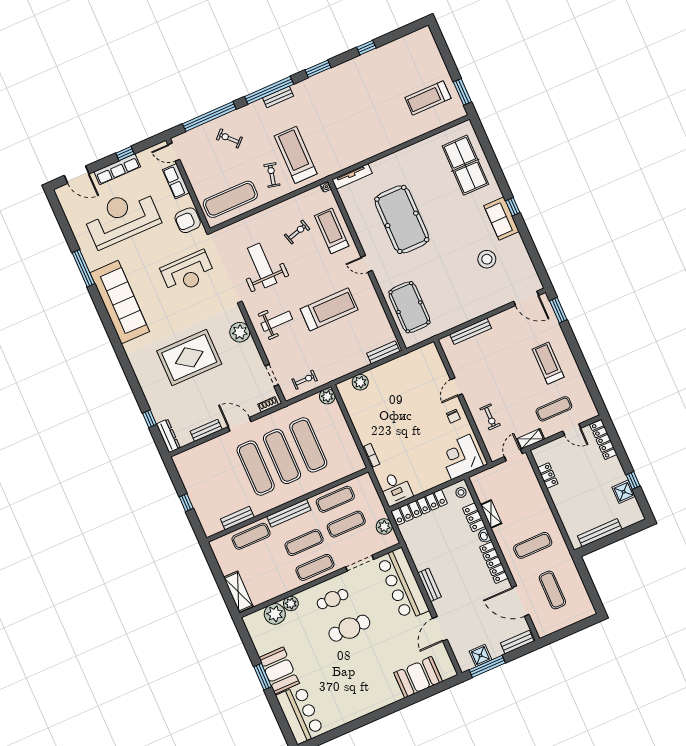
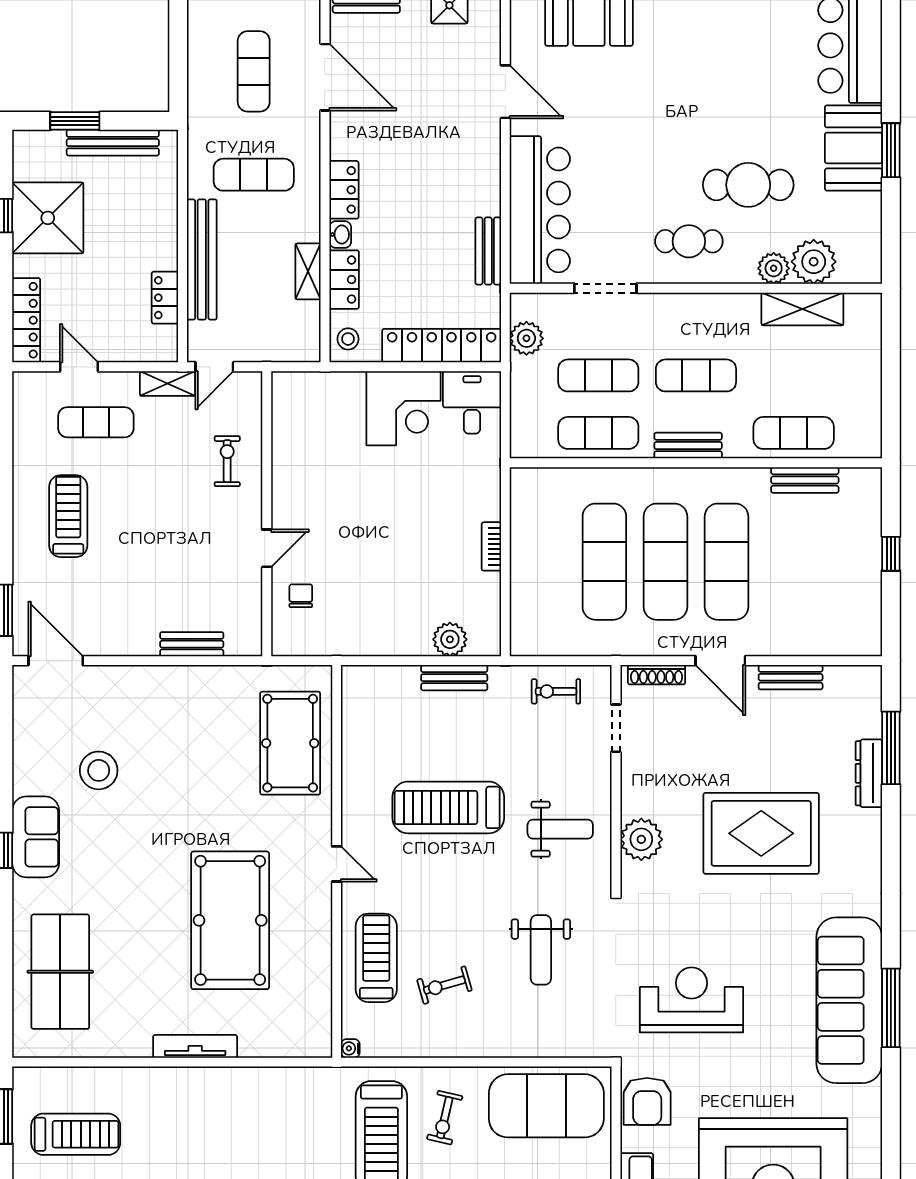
tv unit: (352, 176) -> (195, 1046), moved
exercise mat: (230, 199) -> (546, 1106), width x1.47
armchair: (188, 220) -> (647, 1101), turned 90
treadmill: (332, 231) -> (376, 958), turned 180
weight bench: (262, 266) -> (541, 950), width x0.73, depth x0.75
window: (83, 268) -> (891, 1008), moved
weight bench: (277, 321) -> (560, 829), turned 180
bench: (471, 331) -> (192, 644), width x0.73
bench: (383, 352) -> (454, 678), moved
treadmill: (548, 363) -> (68, 516), turned 180
plant: (327, 396) -> (526, 640), removed
shoe rack: (268, 404) -> (657, 675), width x1.43
chair: (453, 416) -> (301, 596), moved
window: (149, 419) -> (891, 748), width x2.17
dresser: (168, 436) -> (869, 773), moved
bookcase: (371, 456) -> (491, 546), moved
corner desk: (461, 457) -> (404, 408), moved
shower: (624, 492) -> (48, 218), width x1.86, depth x1.86
bench: (539, 499) -> (202, 260), added
bench: (289, 513) -> (688, 446), width x0.73
window: (620, 535) -> (75, 121), added
locker: (494, 563) -> (344, 190), width x0.66
exercise mat: (315, 567) -> (696, 318), removed
bench: (429, 585) -> (488, 251), moved
shelving: (238, 592) -> (802, 309), moved, turned 90
cafe table: (349, 628) -> (748, 185), moved
door: (440, 629) -> (505, 92), hinge flipped

